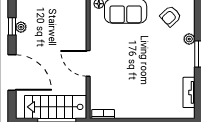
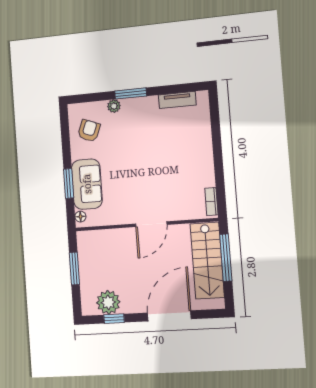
armchair: (171, 16) -> (89, 131), turned -116
plant: (21, 27) -> (108, 302), width x1.88, depth x1.88

